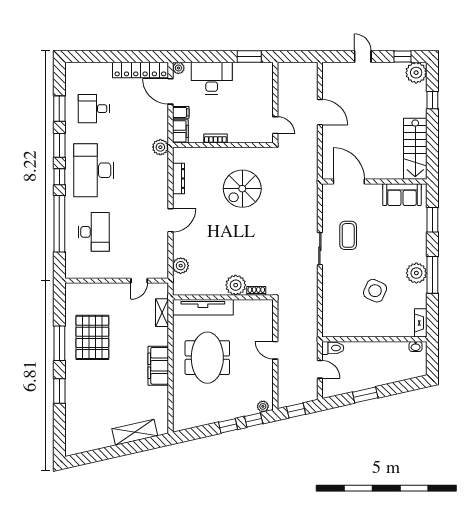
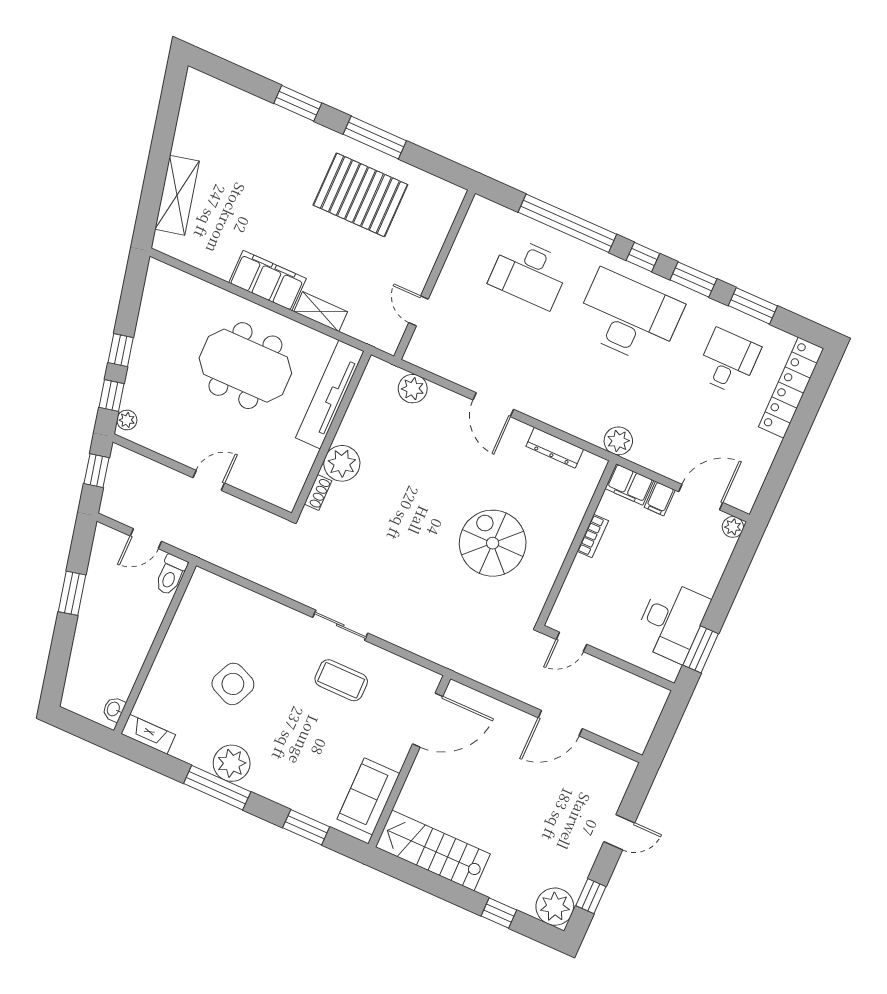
locker: (140, 70) -> (791, 388), moved
desk: (212, 78) -> (672, 621), moved
shelving: (162, 313) -> (321, 312), moved

